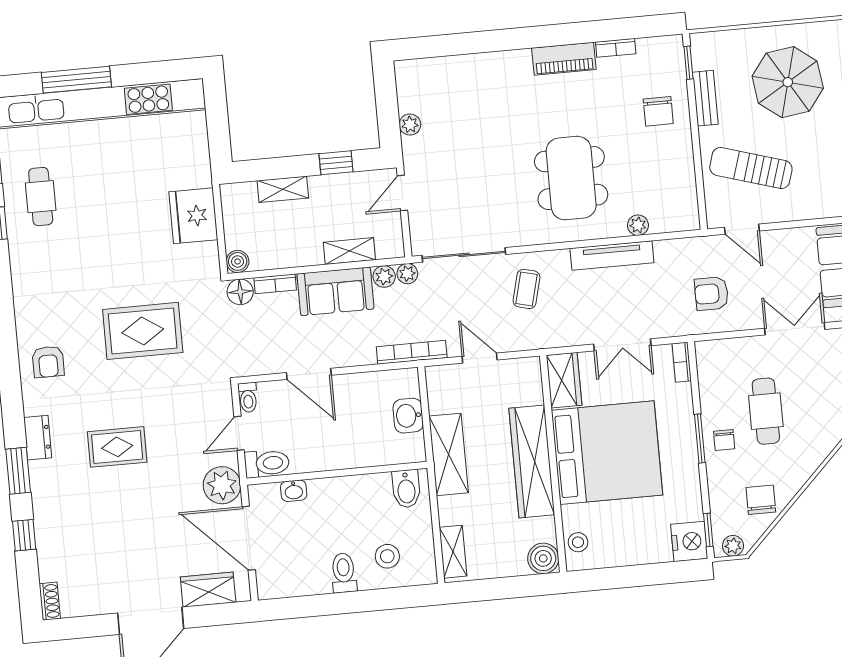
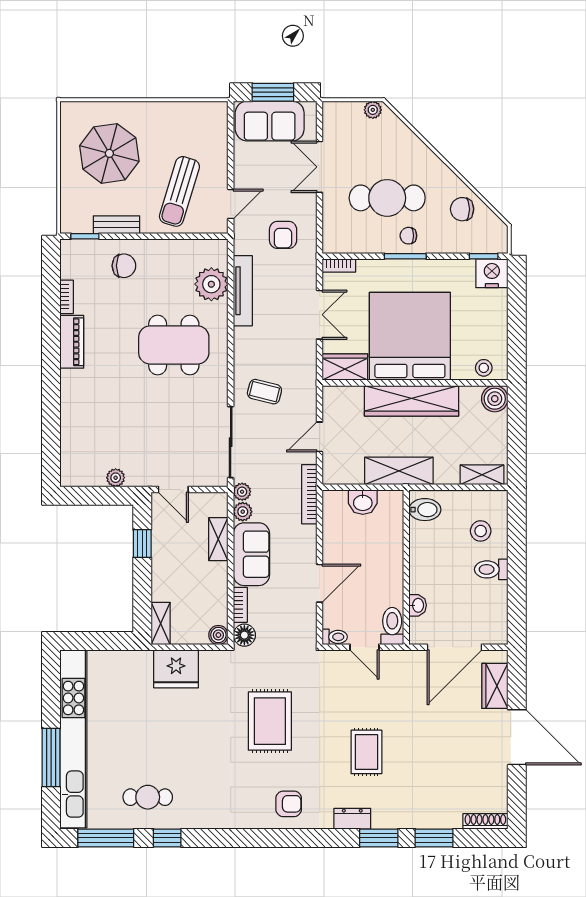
shelving: (283, 189) -> (161, 623), moved
plant: (638, 225) -> (211, 284), width x1.88, depth x1.88
tv unit: (612, 256) -> (243, 291), moved
cafe table: (766, 411) -> (387, 198), width x1.37, depth x1.35
chair: (724, 440) -> (408, 236), turned 180
plant: (222, 485) -> (407, 666), removed
window: (24, 535) -> (434, 838), width x1.50
plant: (733, 546) -> (499, 236), removed
shoe rack: (50, 601) -> (485, 821), width x1.43

